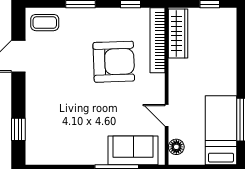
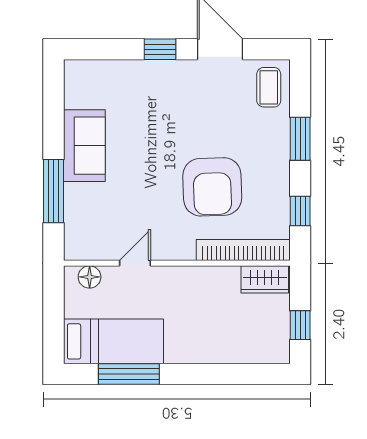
wardrobe: (178, 34) -> (265, 279), width x0.67
window: (18, 129) -> (160, 49), moved
sofa: (133, 150) -> (84, 146), moved

